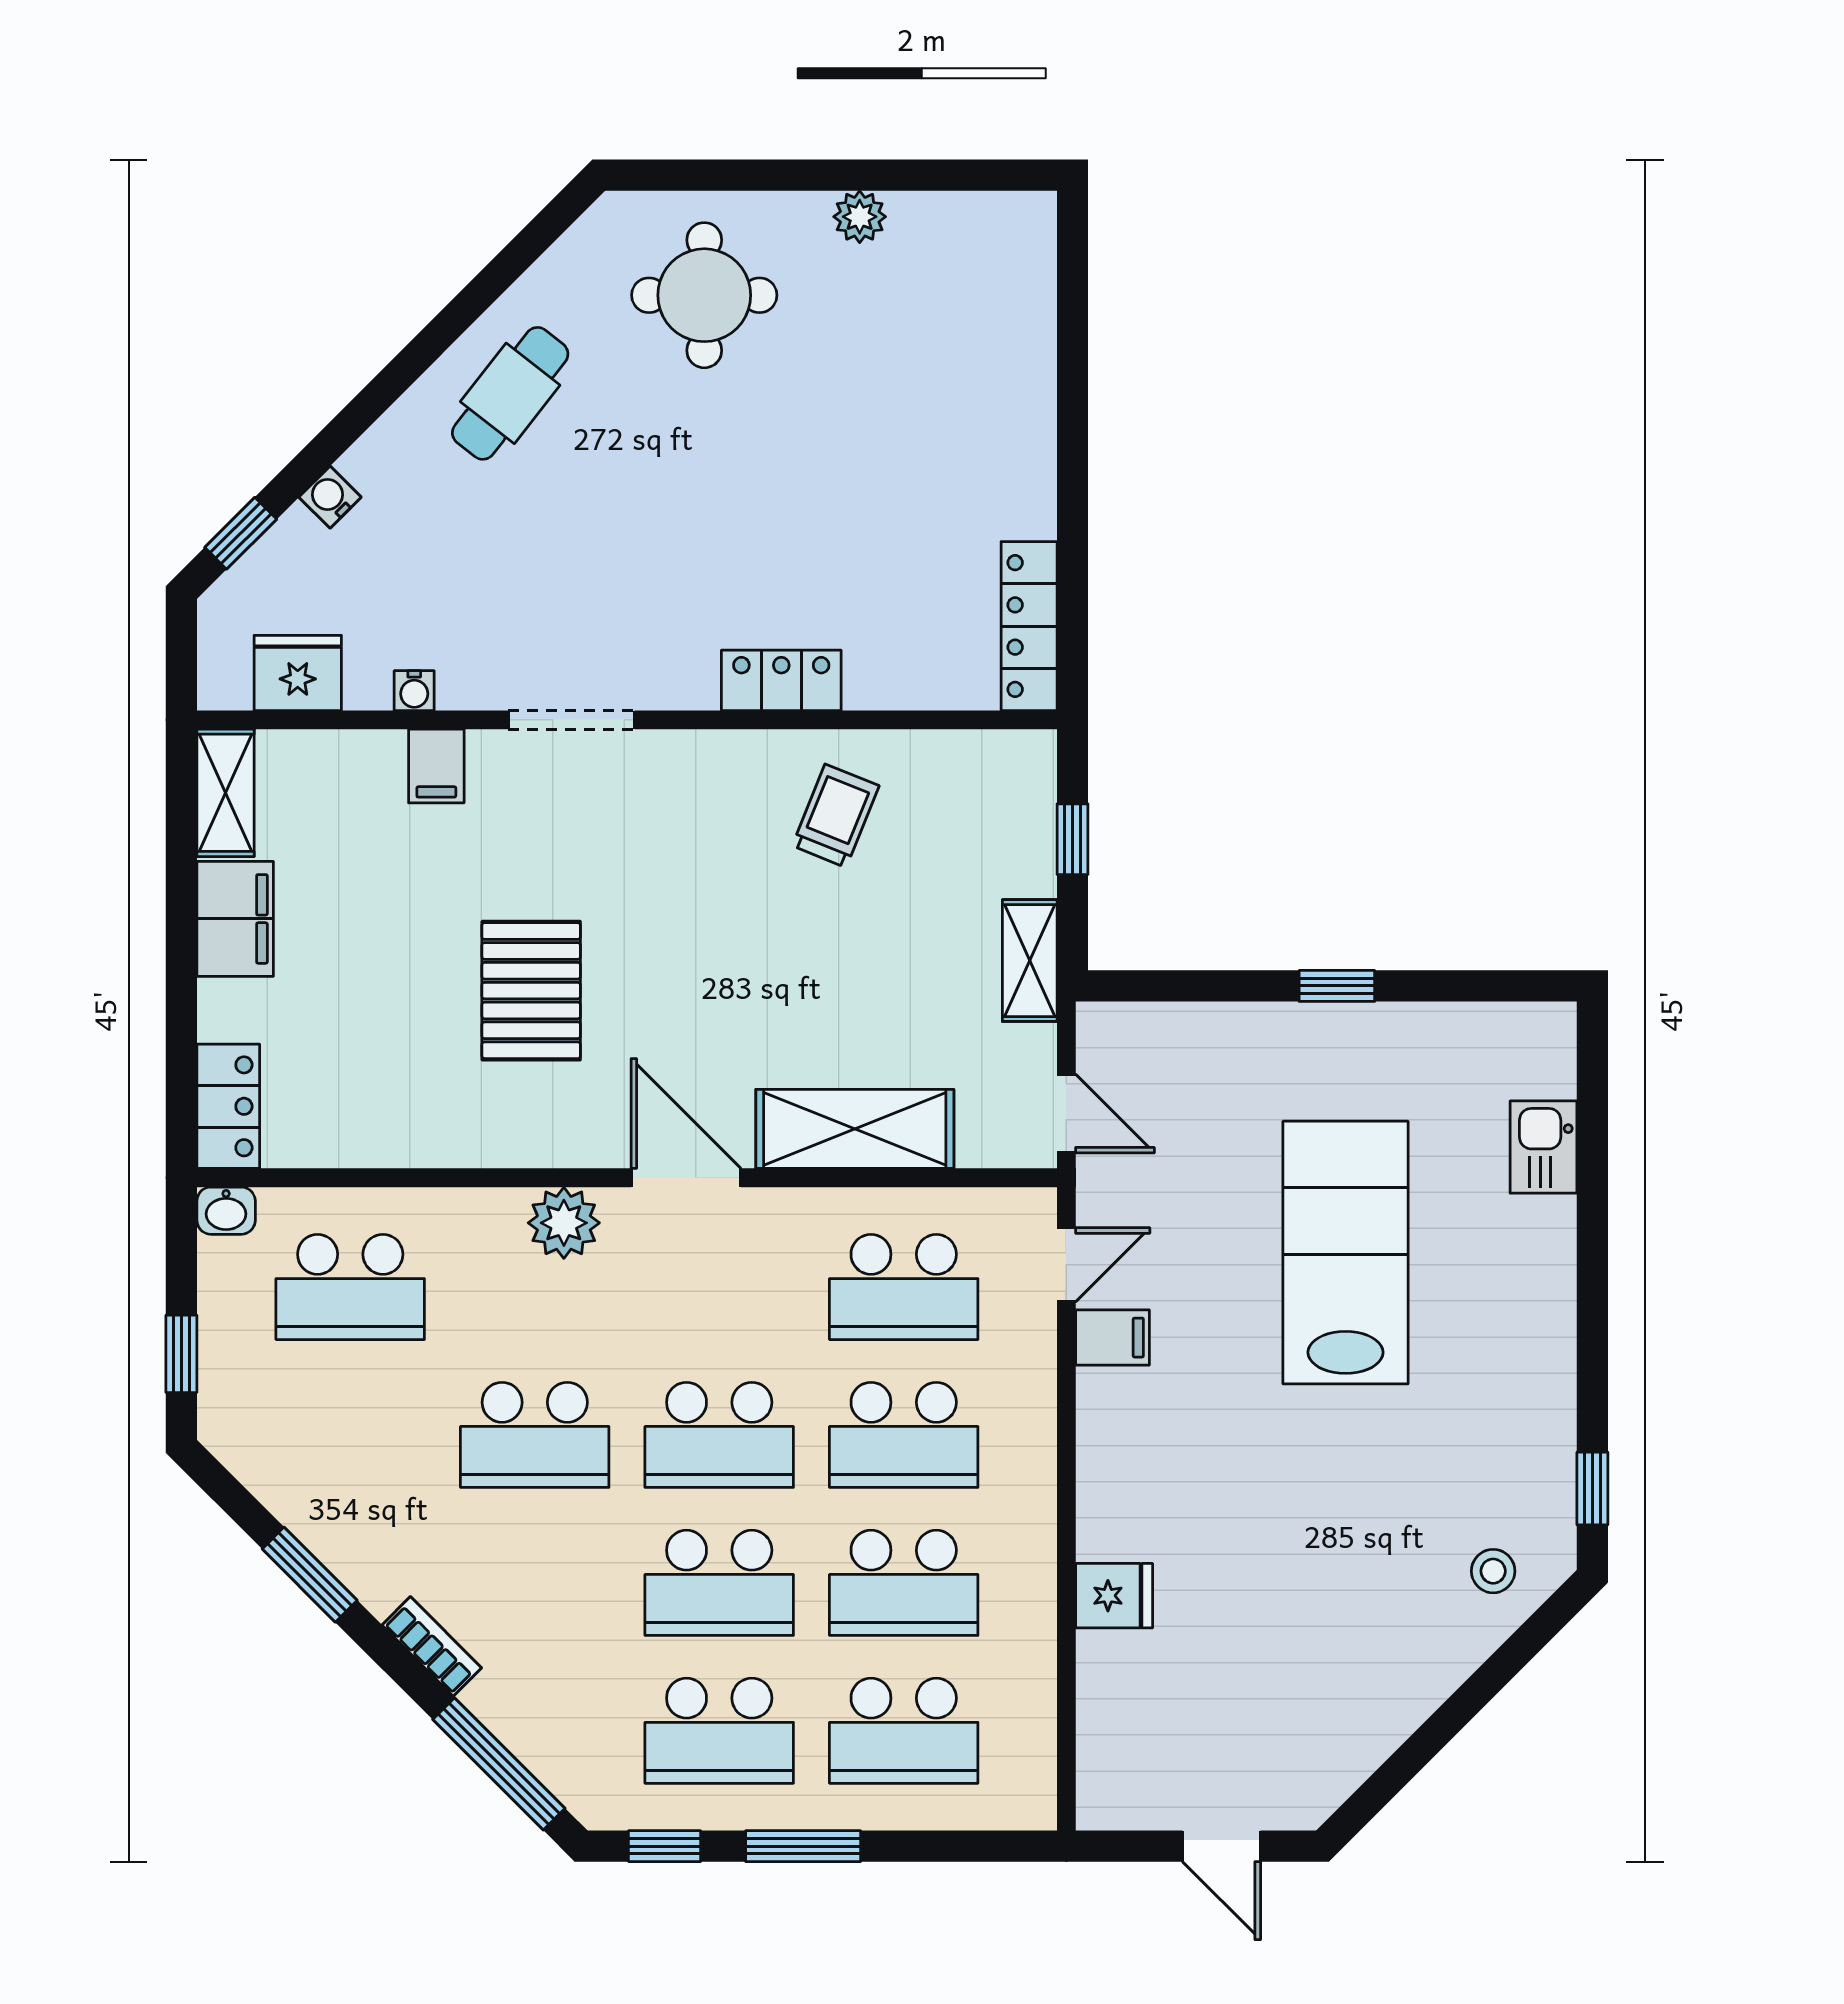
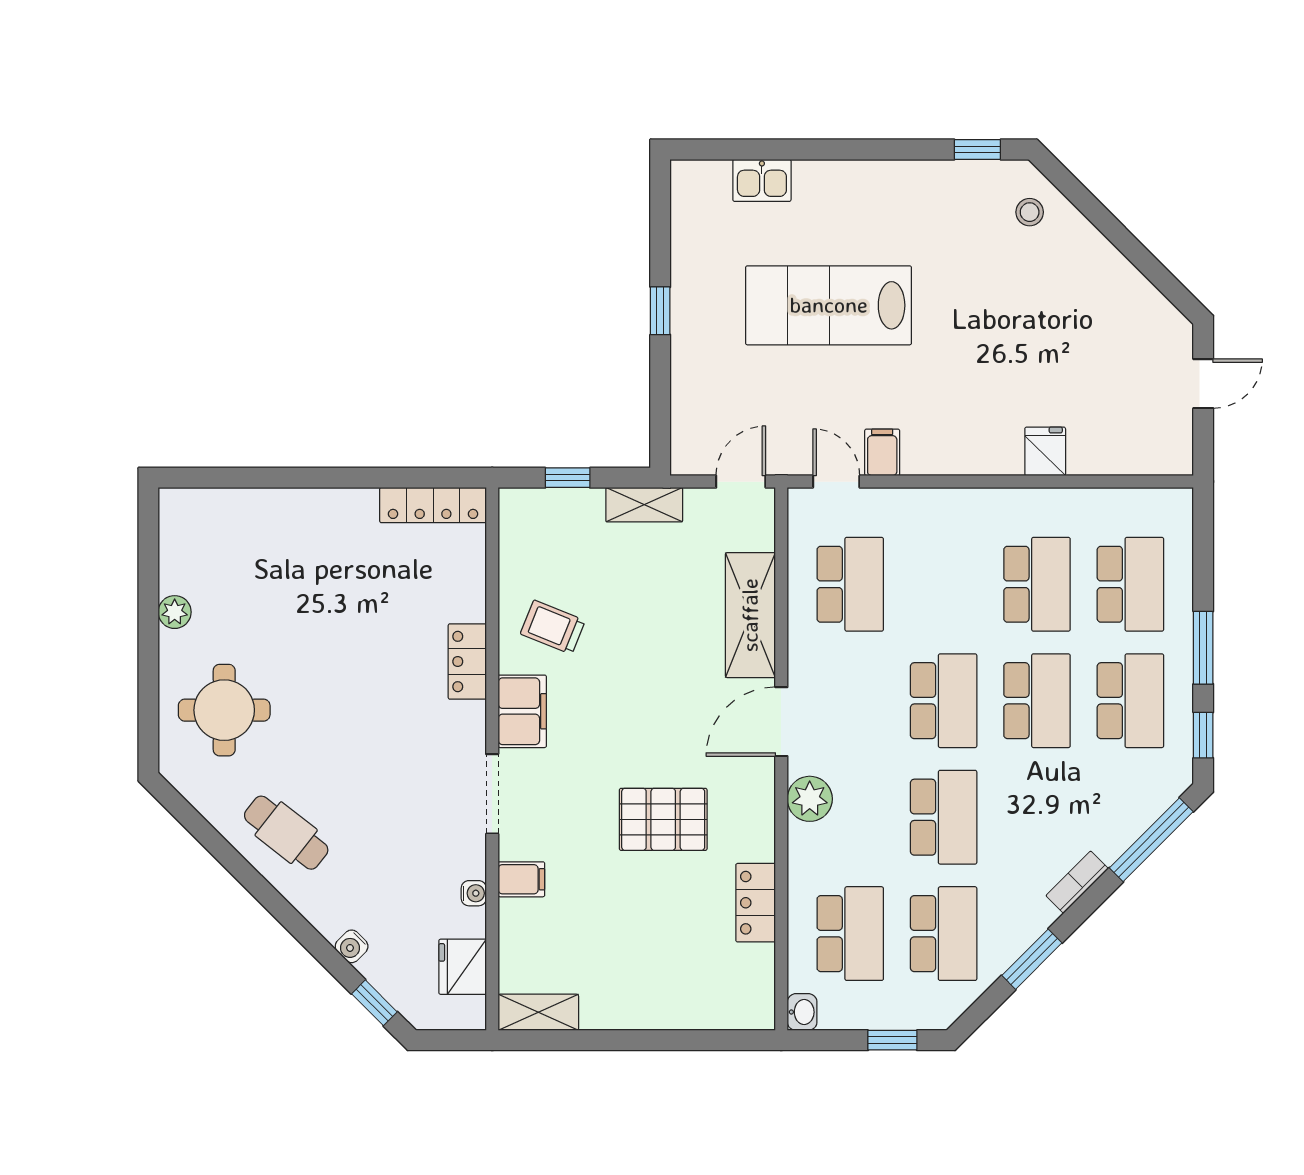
filing cabinet: (235, 919) -> (522, 711), moved, turned 90
locker: (228, 1106) -> (756, 903), moved, turned -90
school desk: (904, 1435) -> (944, 934), moved

